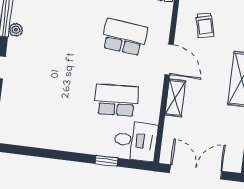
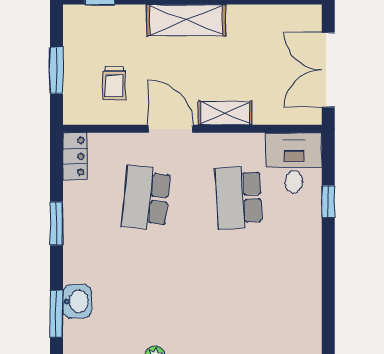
trolley: (205, 25) -> (114, 83), turned 105
door: (169, 60) -> (171, 129), hinge flipped

